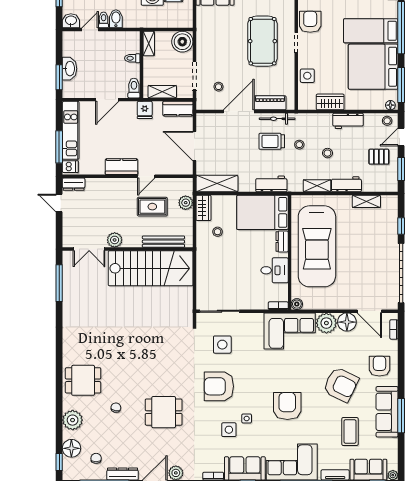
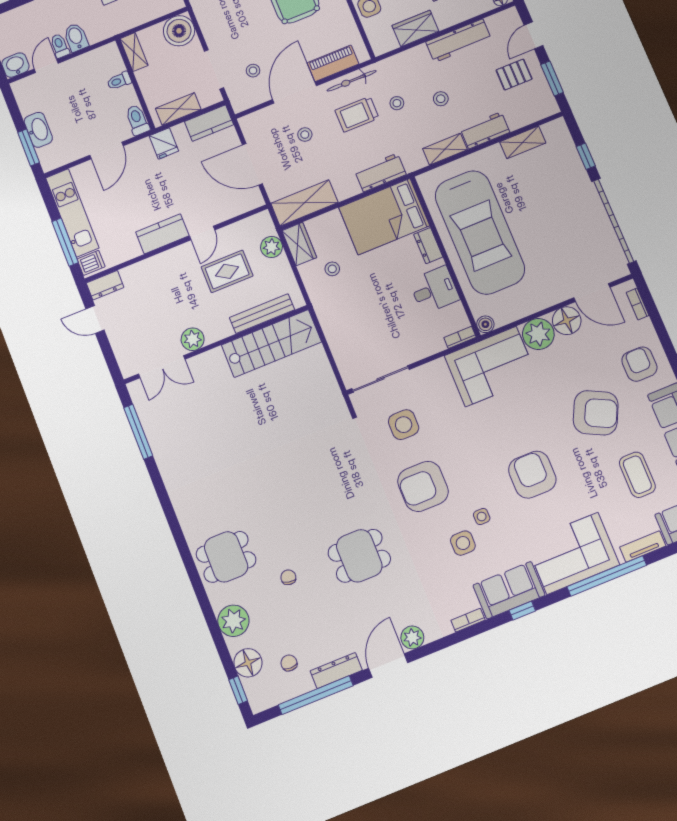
workbench: (348, 121) -> (459, 41), width x1.38
stool: (387, 121) -> (305, 135), moved
stairs: (151, 268) -> (271, 343), width x0.73, depth x0.66

